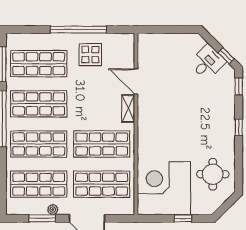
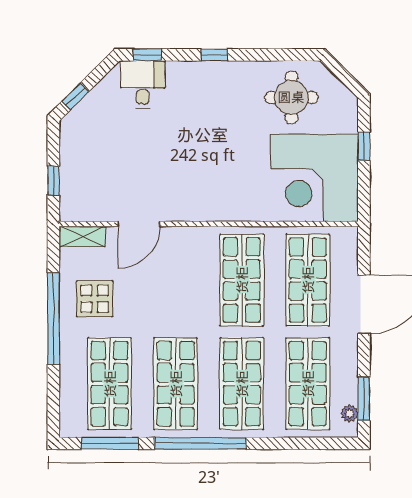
window: (162, 30) -> (53, 181), added
window: (226, 56) -> (75, 96), moved
desk: (208, 62) -> (143, 84), moved, turned 45
shelving: (128, 109) -> (82, 236), moved
plant: (53, 210) -> (350, 413), moved
window: (42, 218) -> (364, 399), moved

